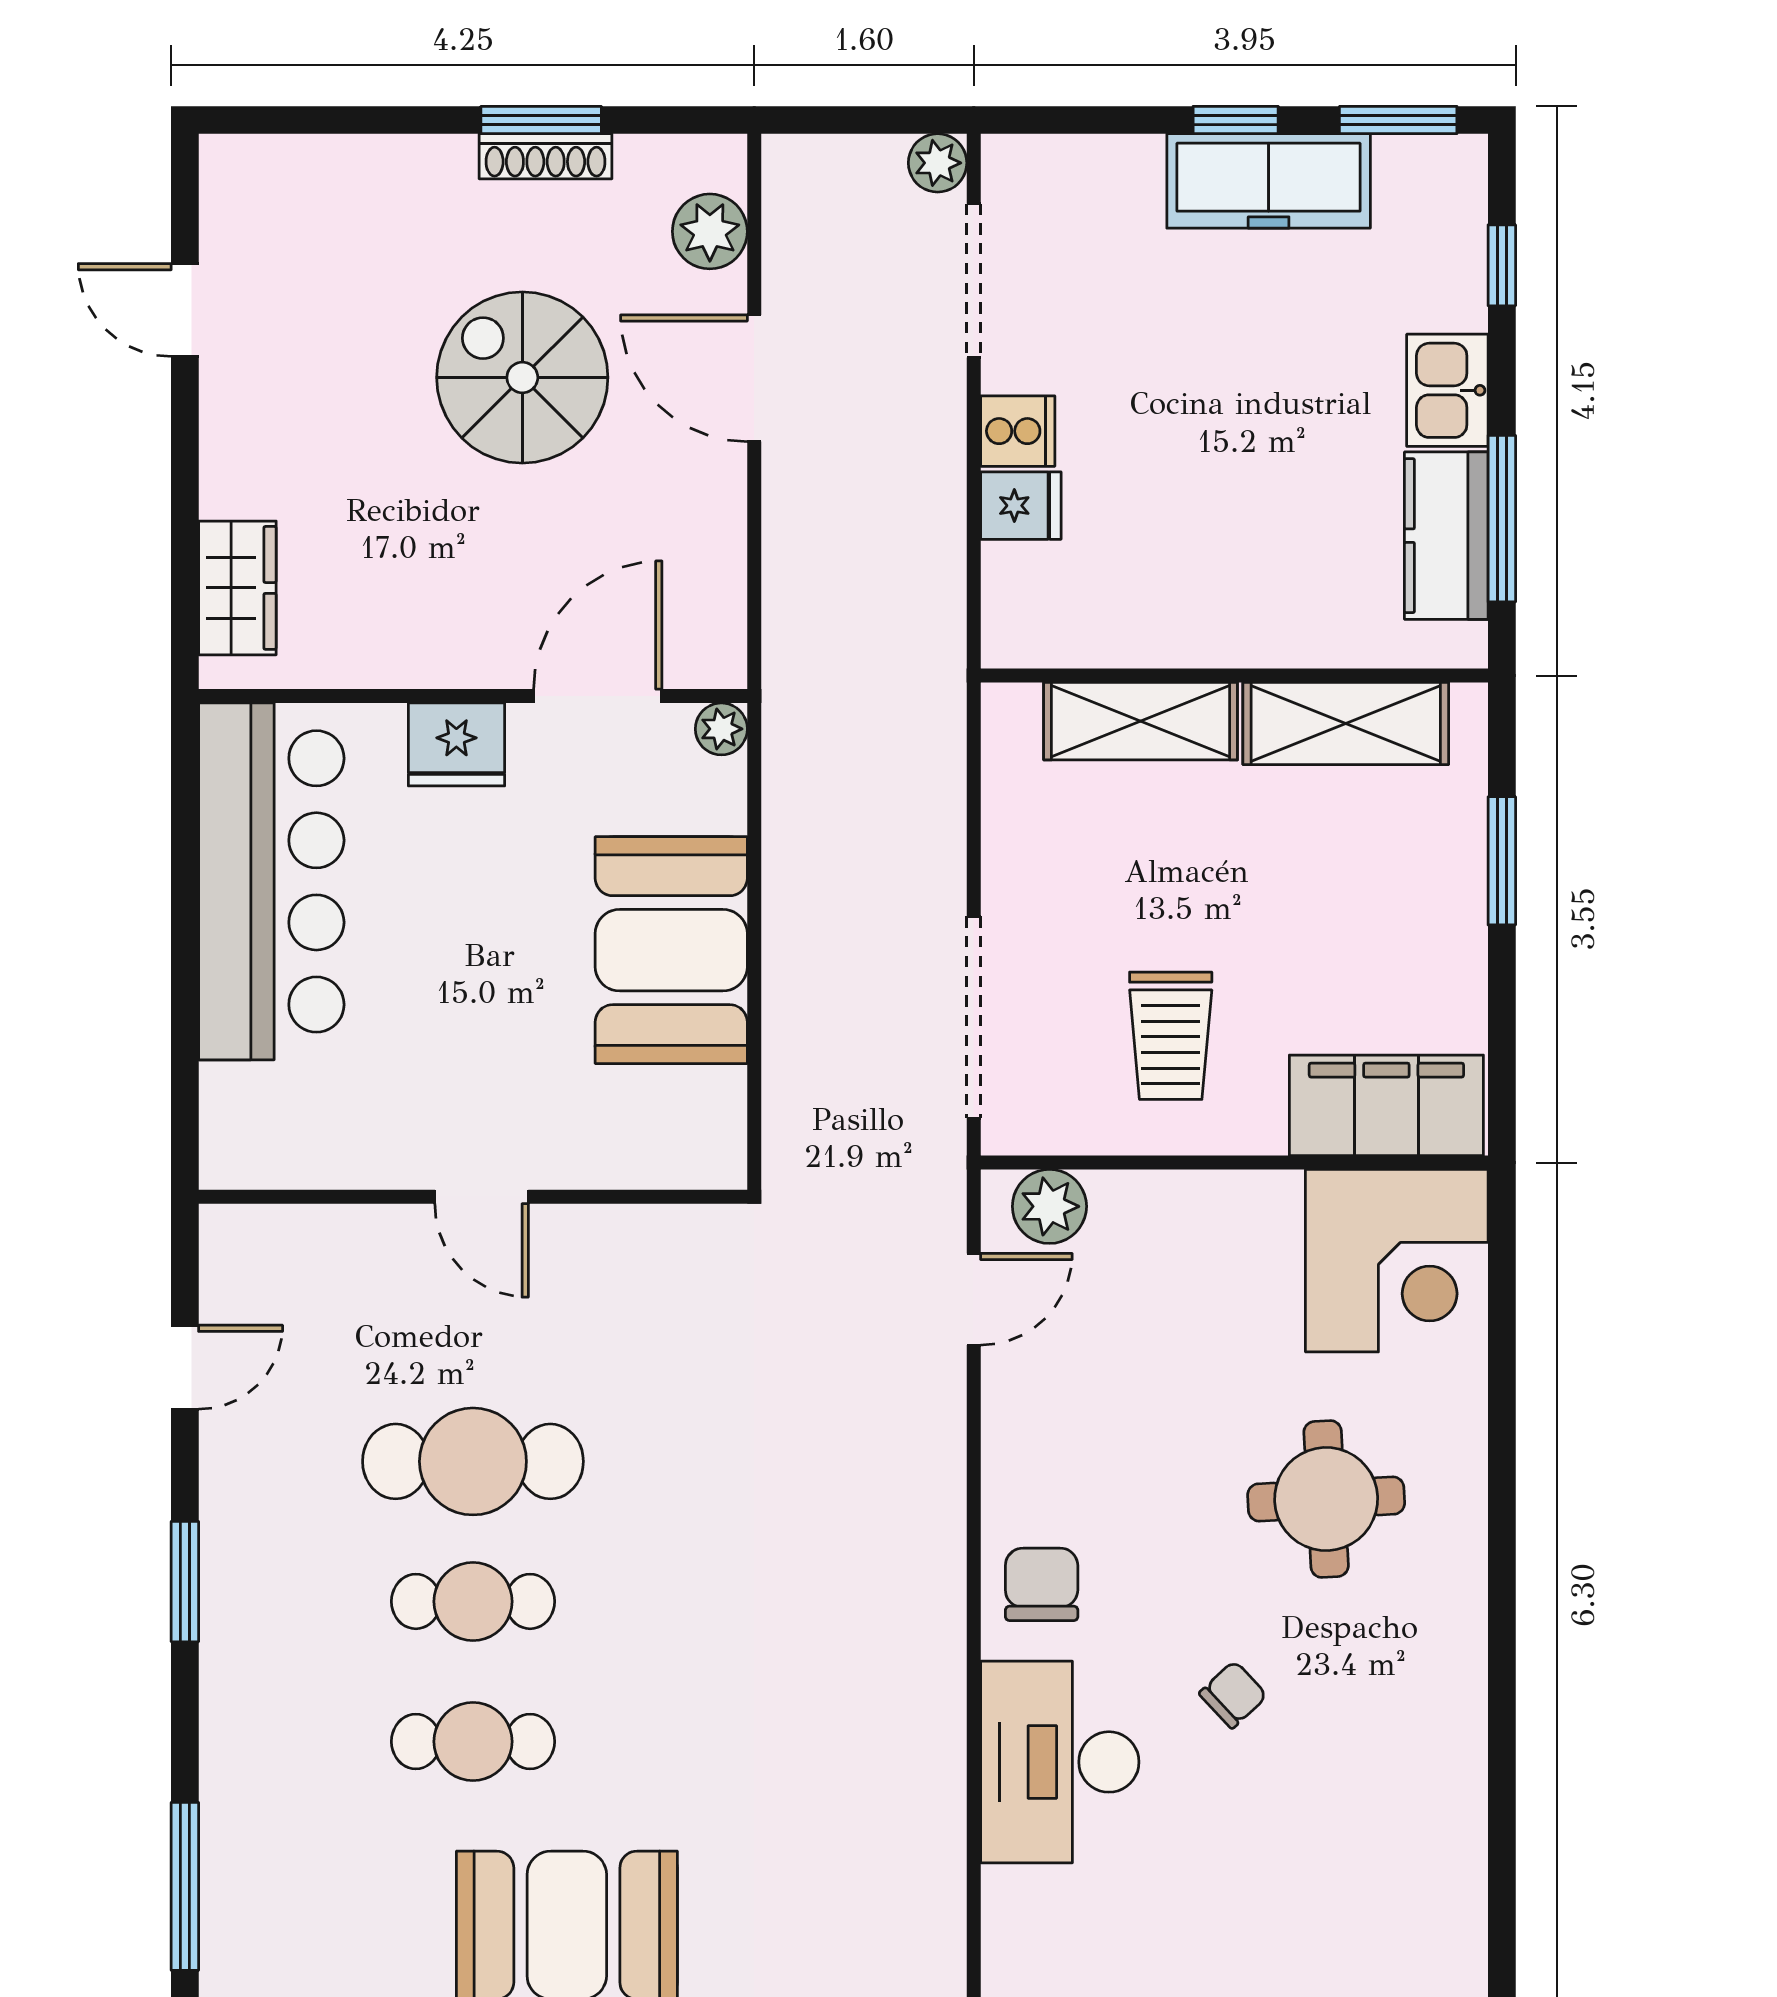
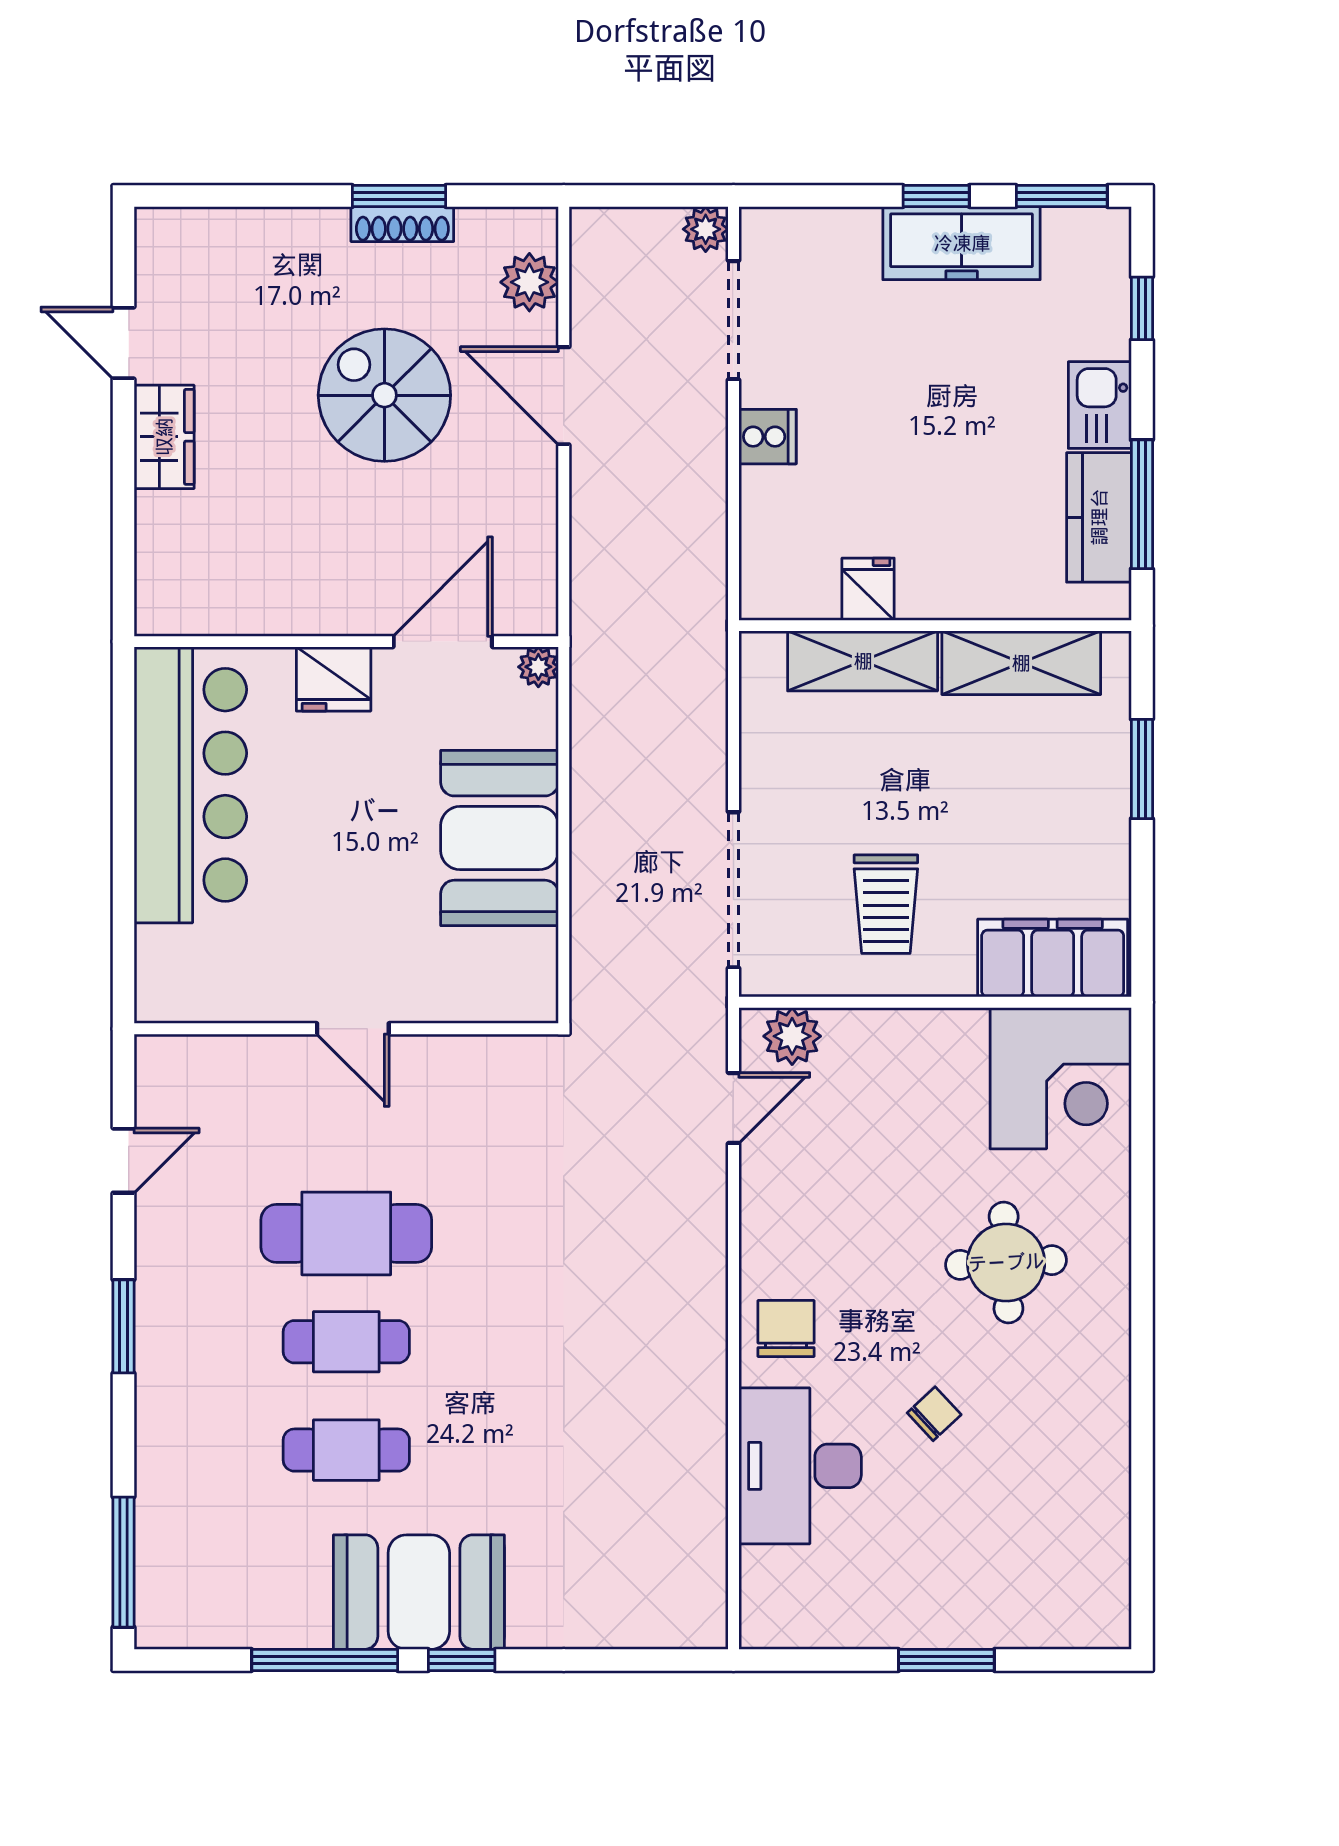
fridge: (1021, 506) -> (868, 589), moved, turned -90
wardrobe: (237, 588) -> (164, 437), moved

